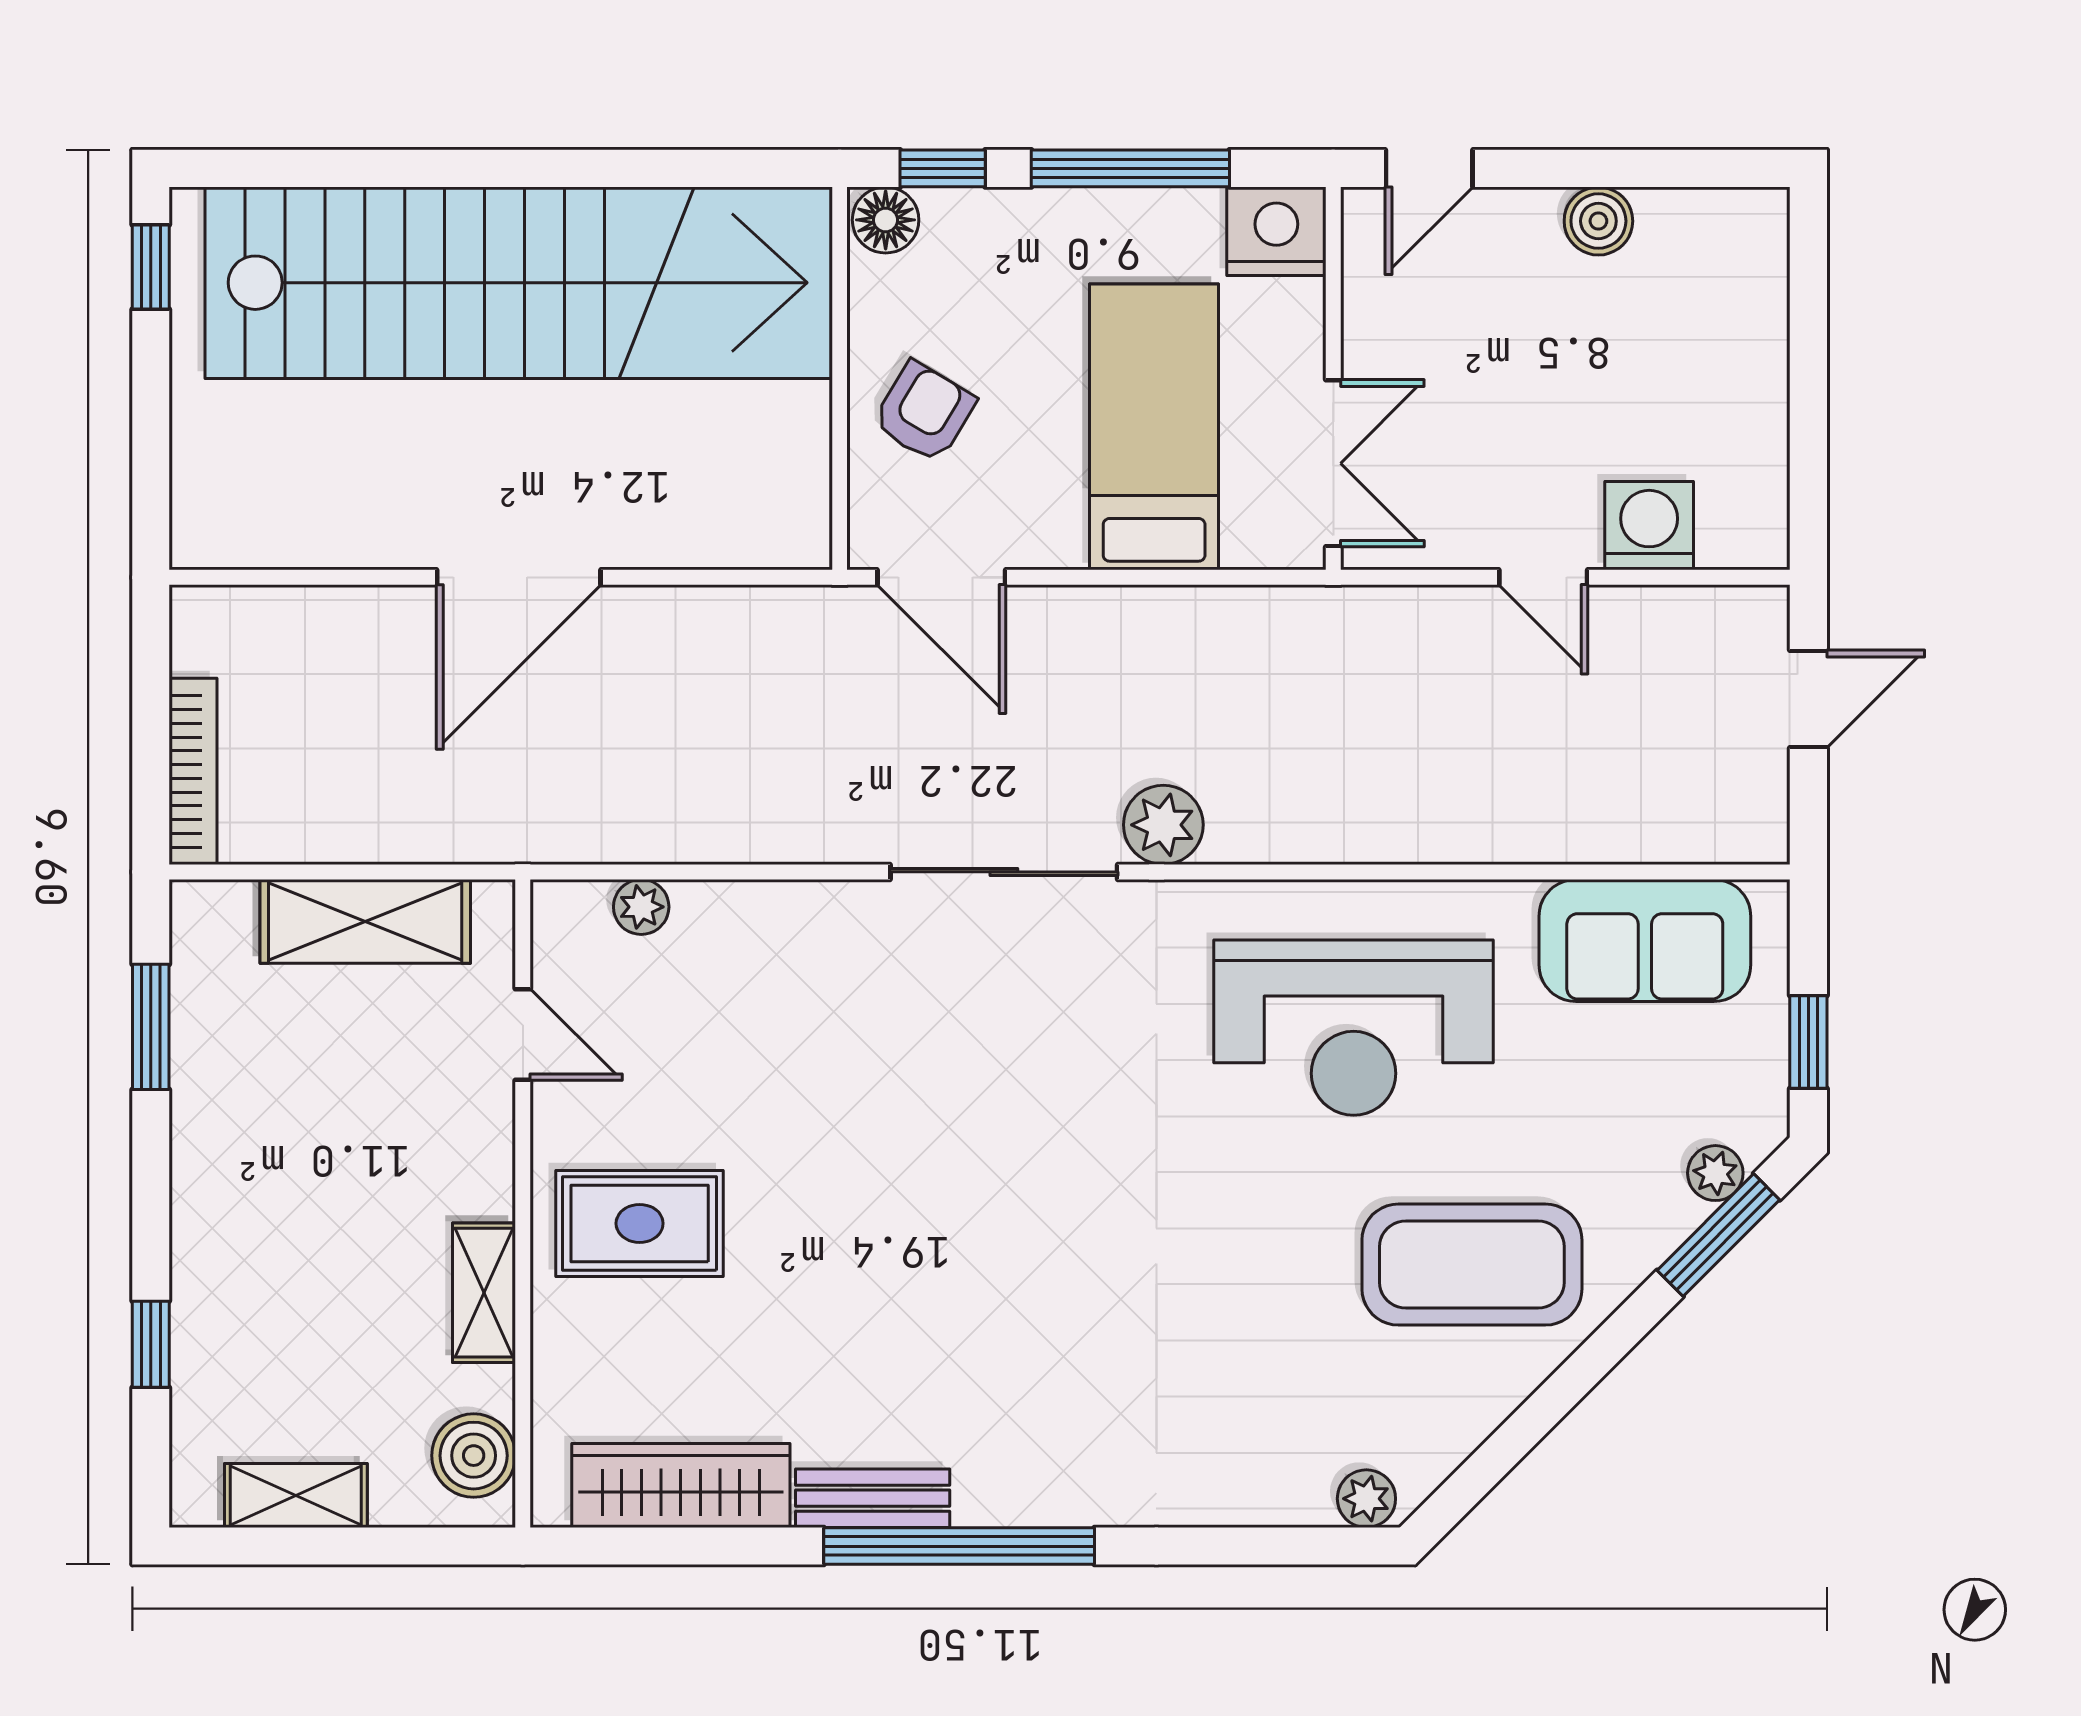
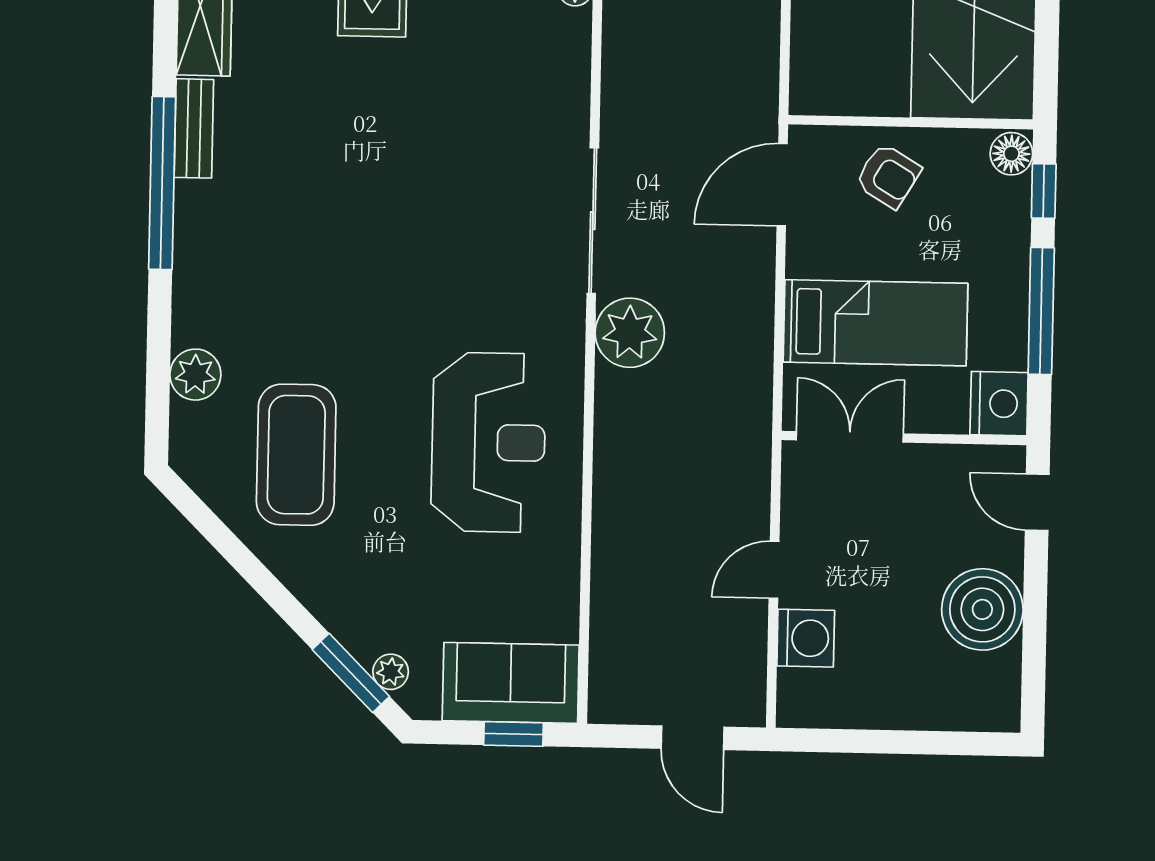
boiler: (1598, 221) -> (982, 609), width x1.86, depth x1.86
double door: (1333, 463) -> (850, 437), swing flipped
plant: (1163, 825) -> (630, 333), width x1.36, depth x1.36
sofa: (1645, 941) -> (511, 683), moved, turned 90
reception desk: (1354, 1028) -> (488, 442), turned 180
window: (1808, 1042) -> (513, 734), moved
coffee table: (1472, 1265) -> (296, 455), moved
plant: (1366, 1499) -> (195, 375), moved, width x1.38, depth x1.38

